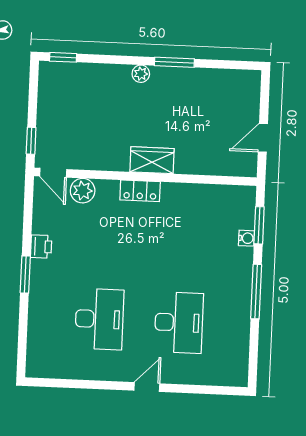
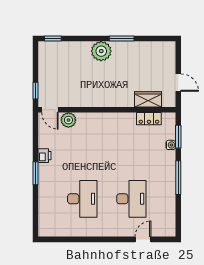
plant: (141, 74) -> (101, 51), width x1.87, depth x1.87
door: (263, 138) -> (178, 83), swing flipped
wardrobe: (152, 160) -> (148, 99), moved
locker: (140, 191) -> (149, 119), moved
door: (147, 387) -> (143, 239), moved

